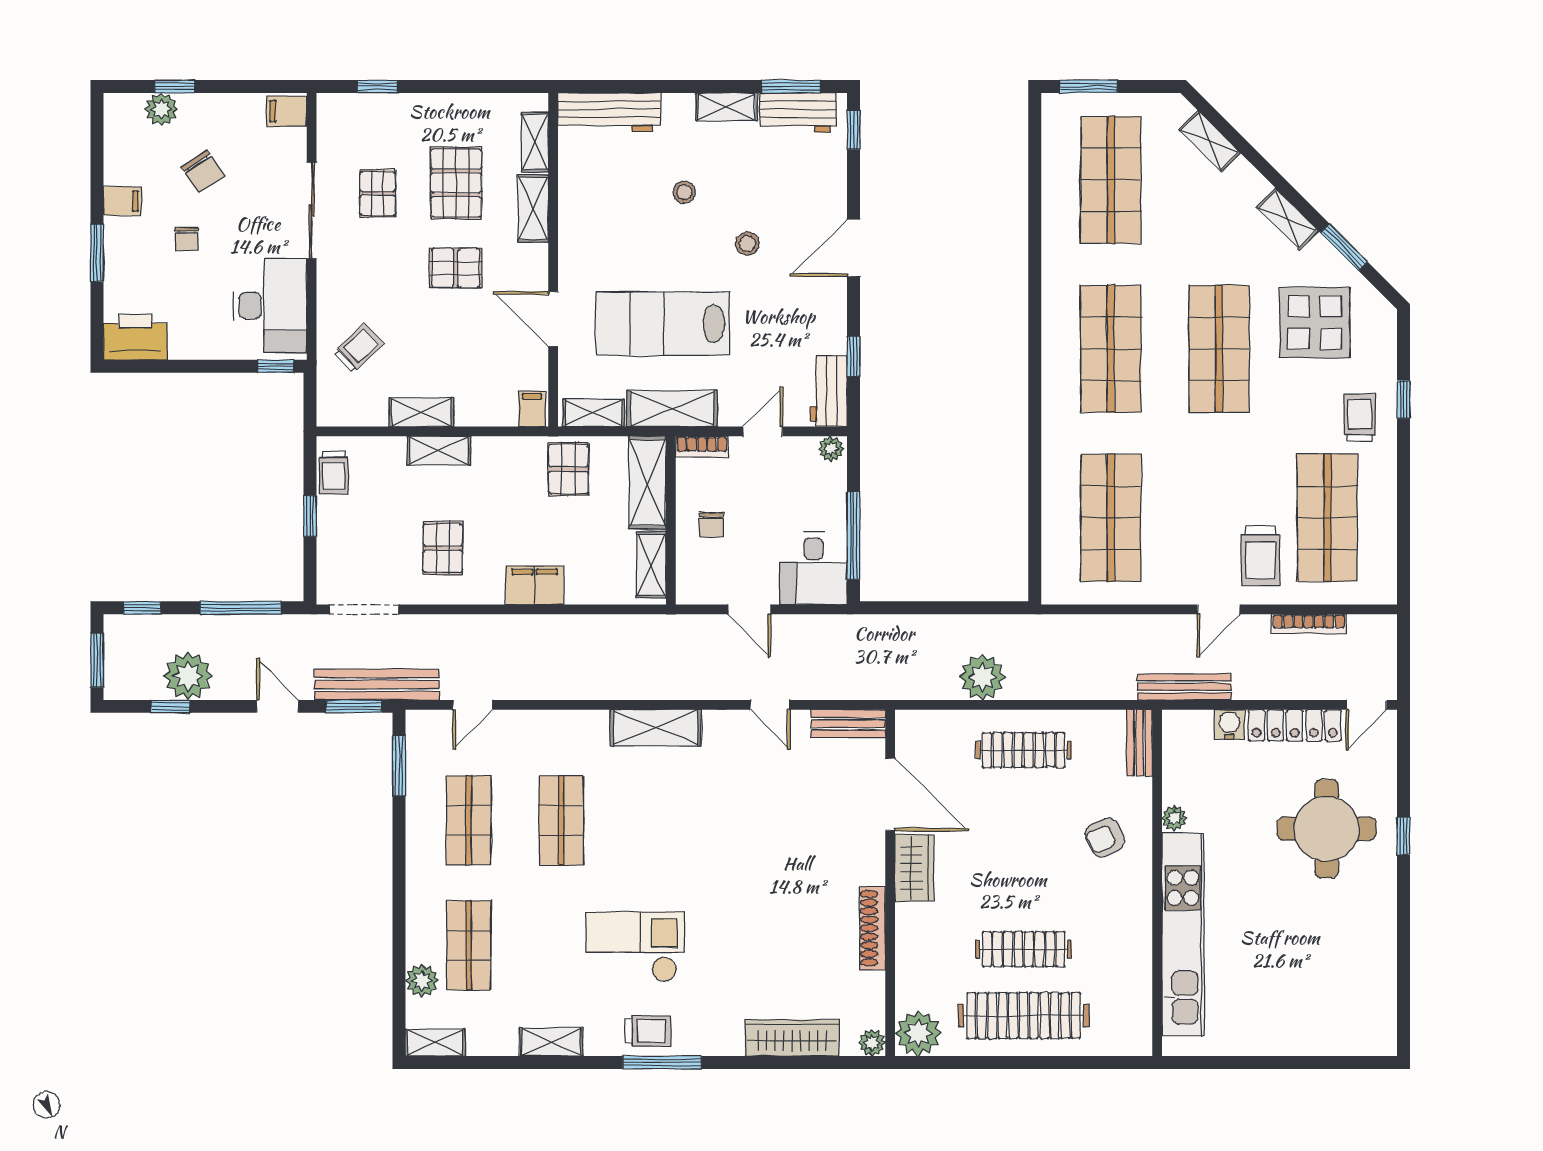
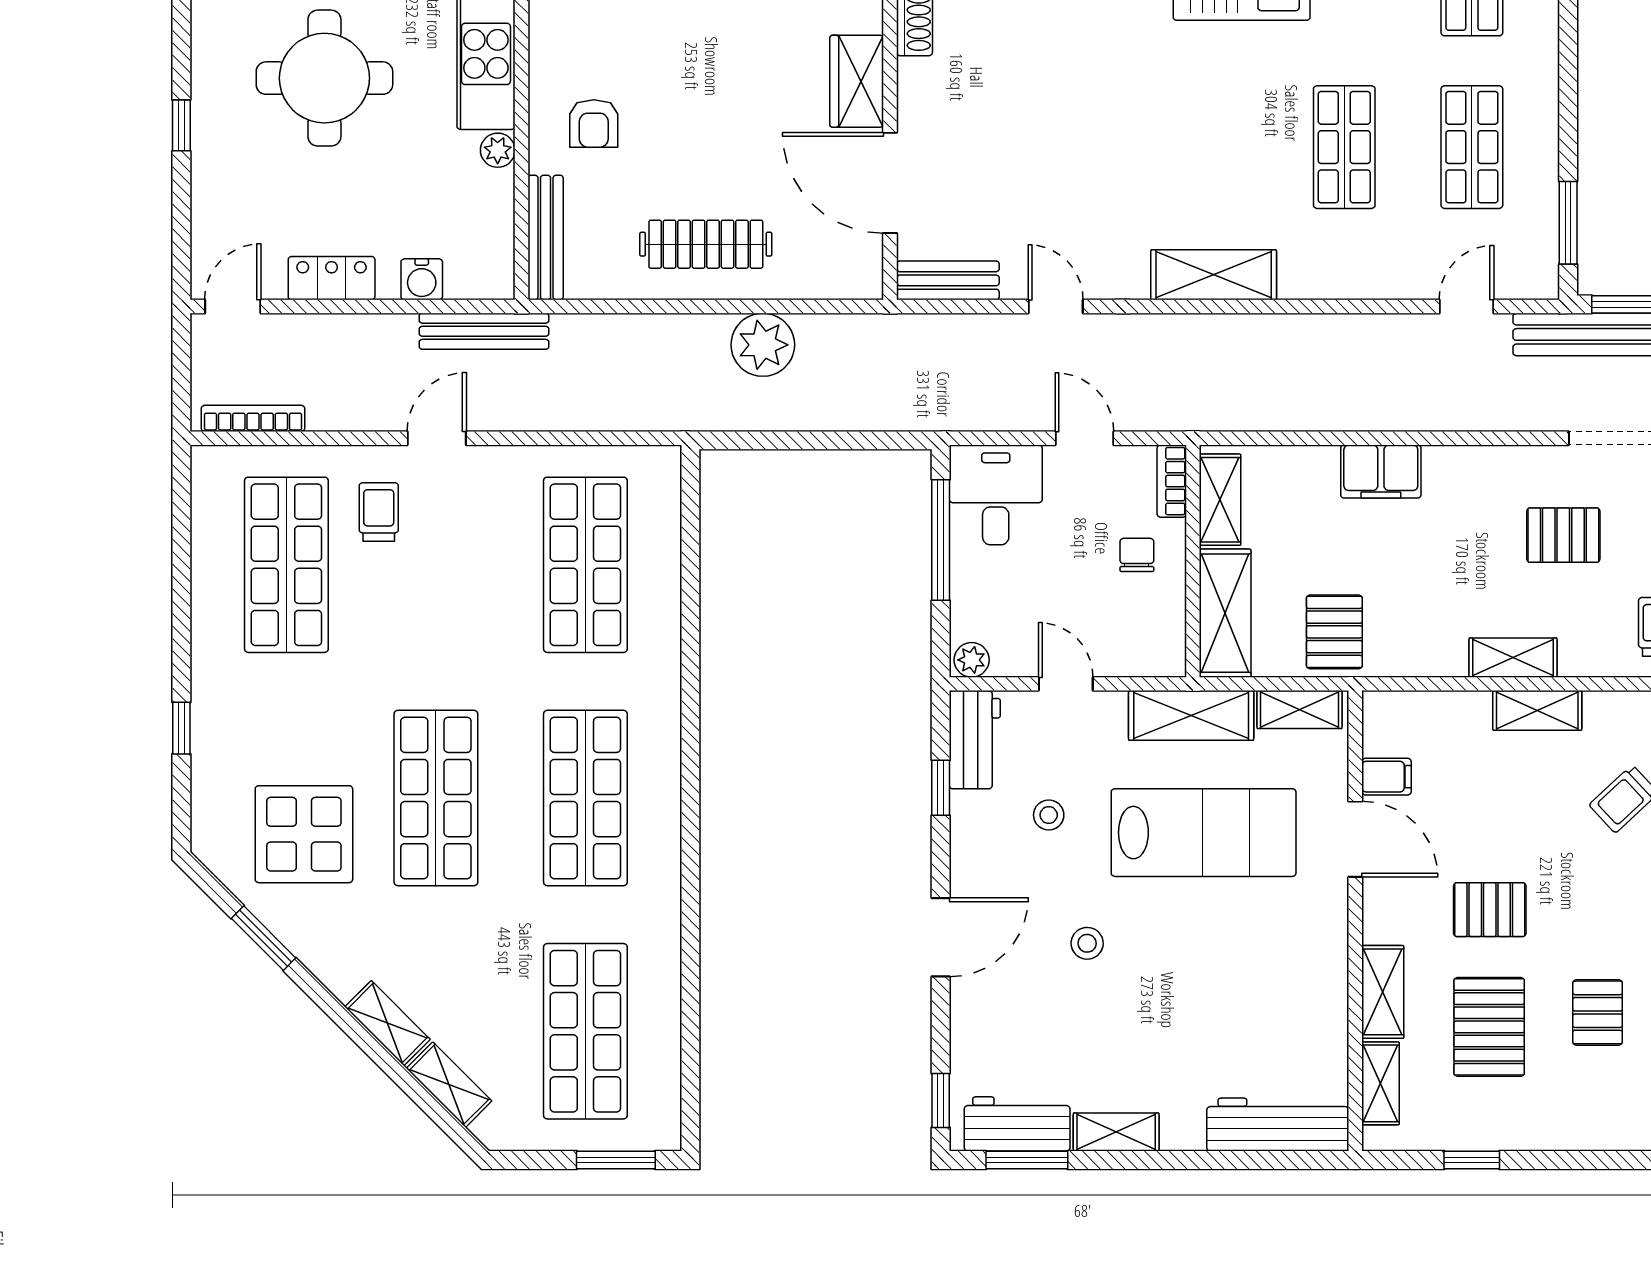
window: (378, 87) -> (1472, 1160), moved
stool: (684, 192) -> (1049, 815), moved
shelving: (1288, 219) -> (387, 1023), moved
filing cabinet: (532, 409) -> (1386, 777), moved, turned -90
trolley: (1360, 418) -> (242, 703), removed
door: (763, 431) -> (1066, 684), swing flipped
bookcase: (702, 447) -> (1172, 481), moved, turned -90
pallet: (443, 548) -> (1563, 535), moved, turned 90
trolley: (1261, 556) -> (379, 512), width x0.73, depth x0.72
bookcase: (1309, 624) -> (253, 418), moved
locker: (1295, 725) -> (332, 278), width x0.66
bench: (1140, 743) -> (546, 238), width x1.36
round table: (1327, 829) -> (324, 78), moved
armchair: (1105, 837) -> (594, 123), turned 115

